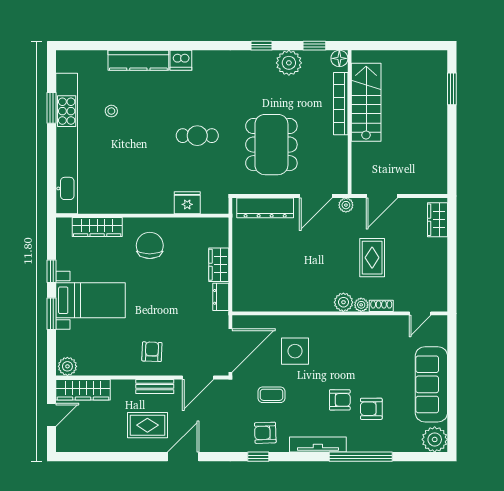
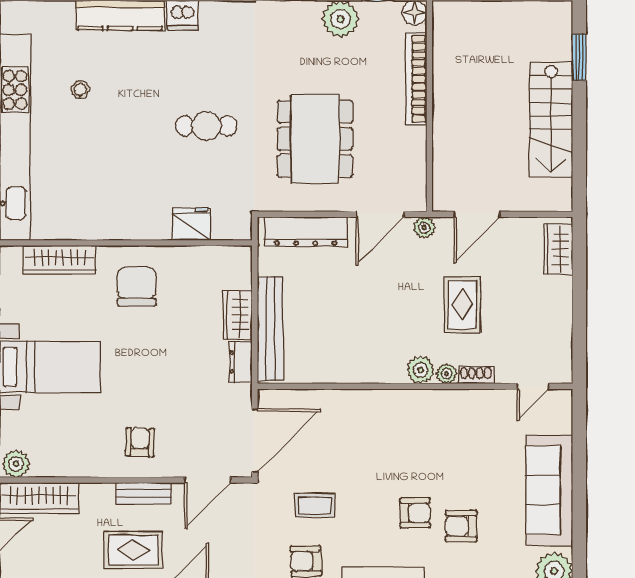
stairs: (366, 102) -> (551, 120), moved, turned 180
bench: (241, 274) -> (270, 329), added
side table: (295, 351) -> (349, 441), removed

